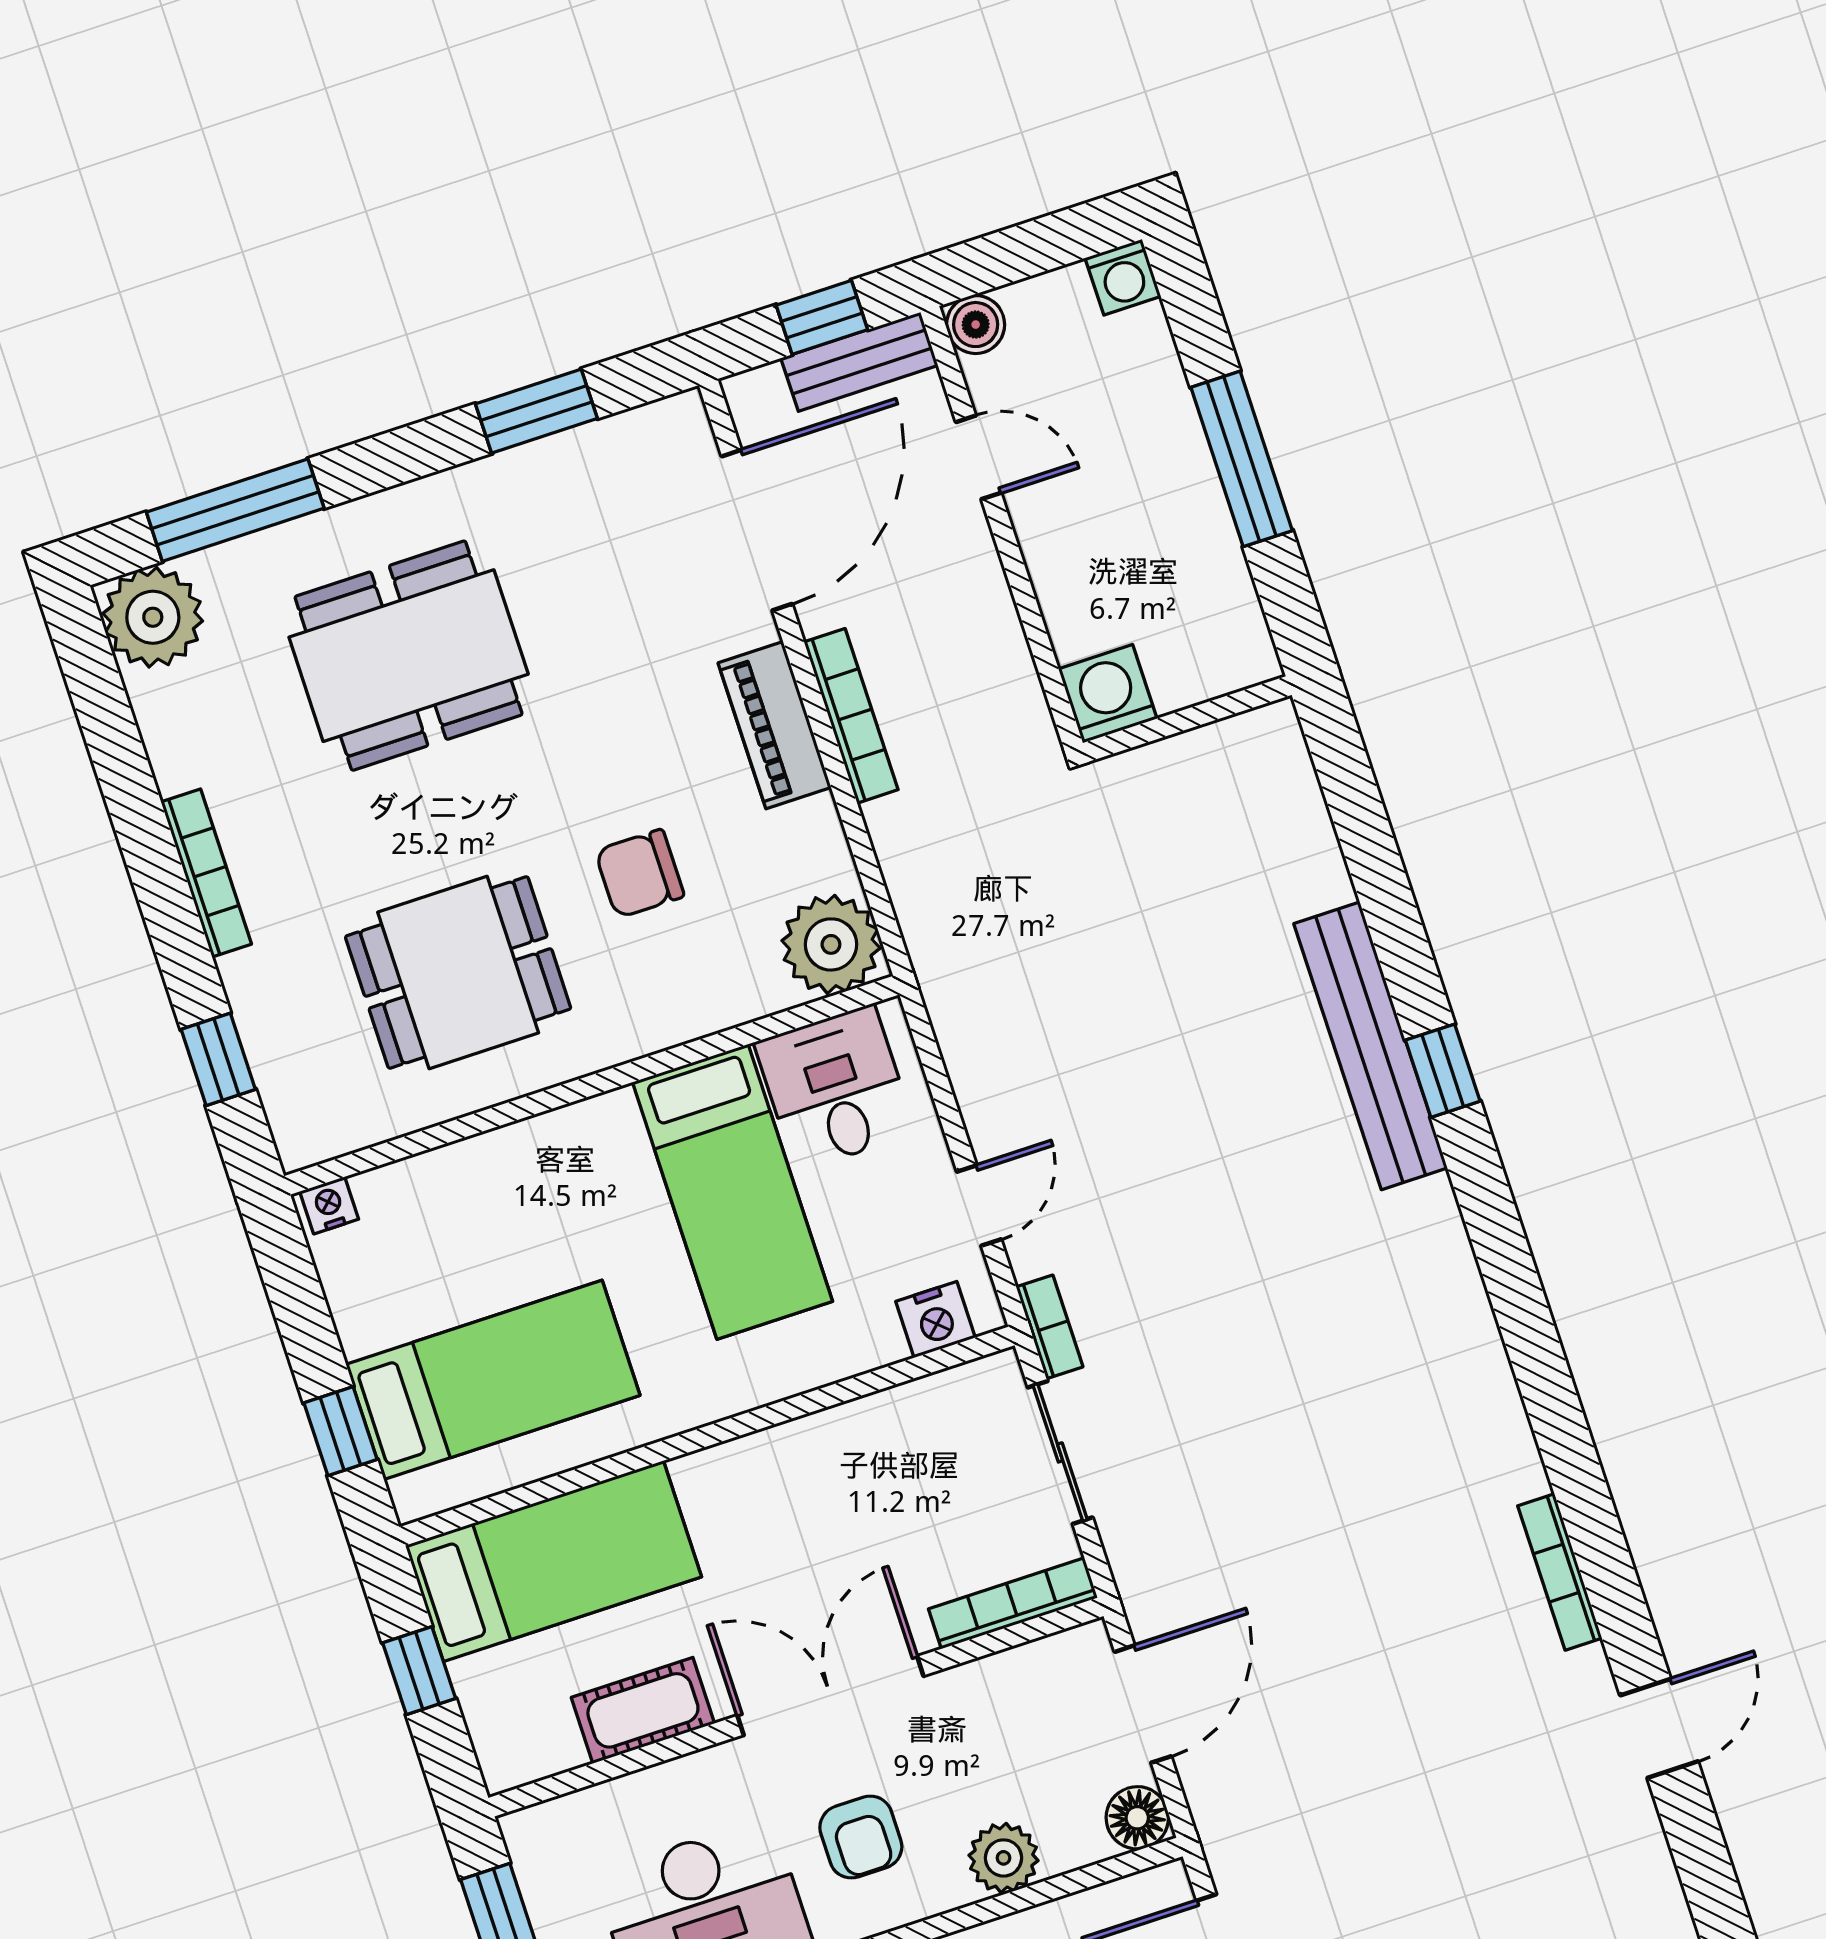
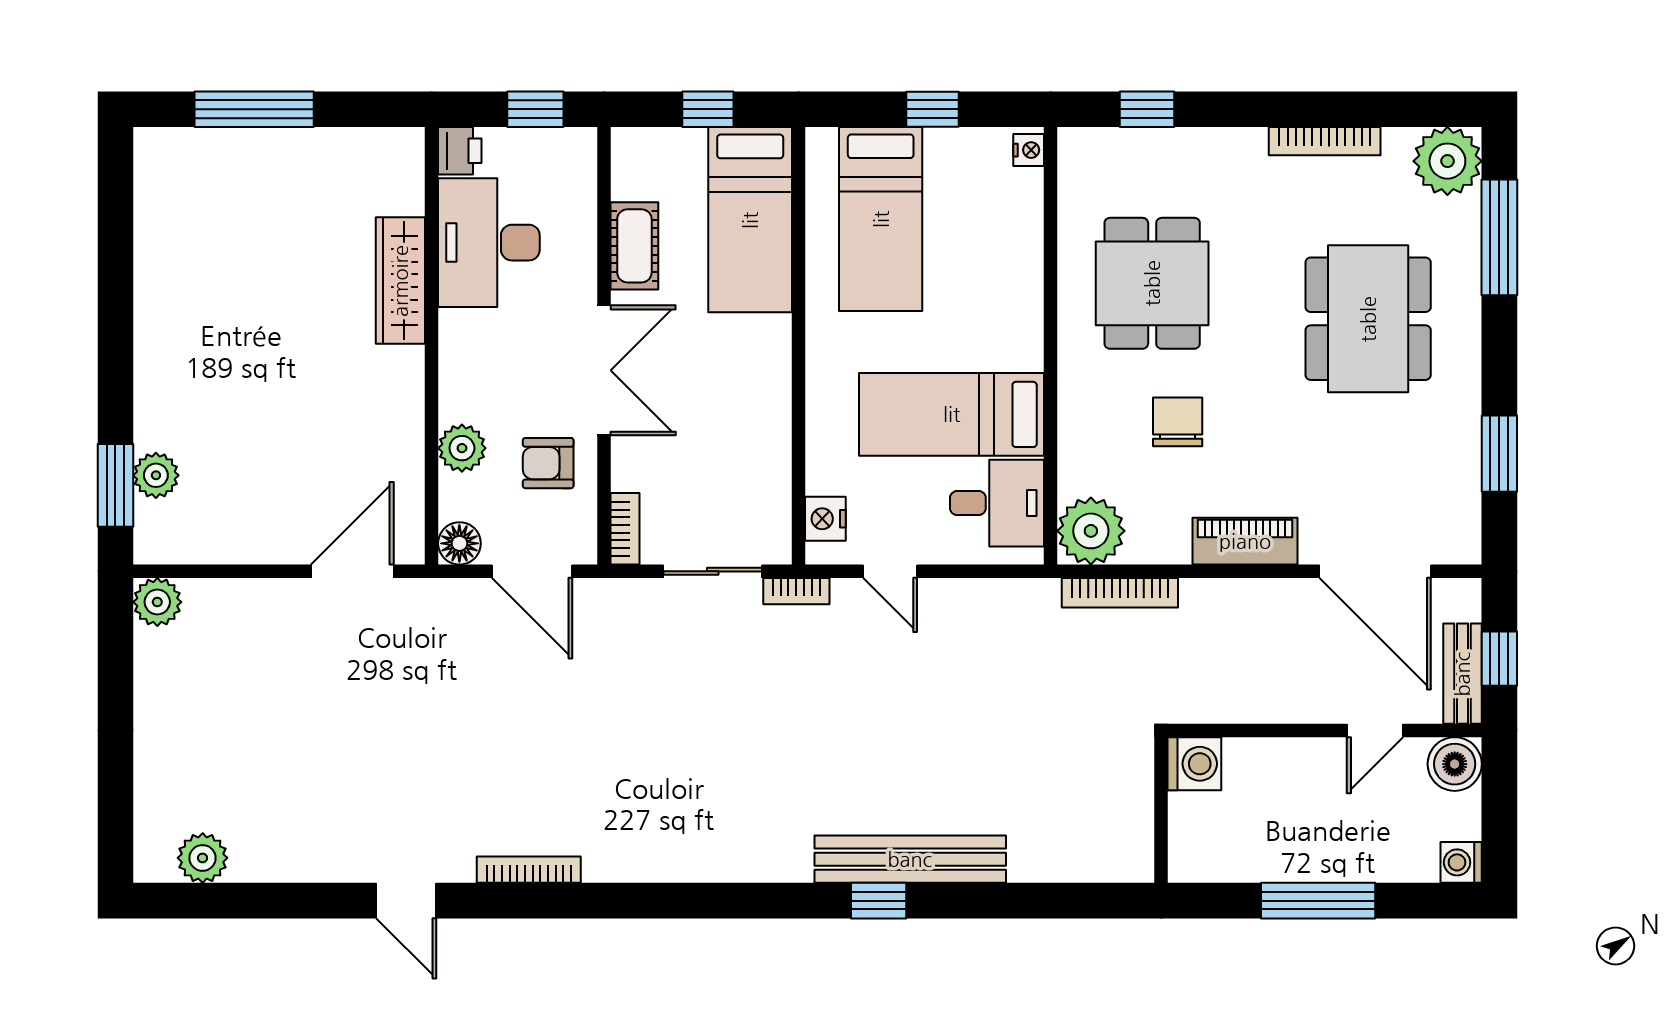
boiler: (976, 325) -> (1455, 764), width x1.36, depth x1.36
bookcase: (851, 716) -> (1120, 593), moved
bookcase: (206, 873) -> (1325, 141), moved
window: (340, 1431) -> (932, 109), moved
bookcase: (1013, 1603) -> (625, 529), width x0.64
armchair: (861, 1837) -> (548, 463), moved

